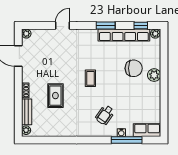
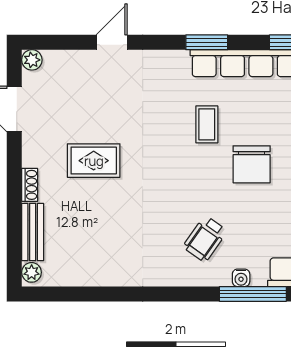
chair: (134, 68) -> (252, 164), moved, turned 90
coffee table: (90, 78) -> (207, 124), moved
rug: (55, 96) -> (94, 161), moved, turned 90

